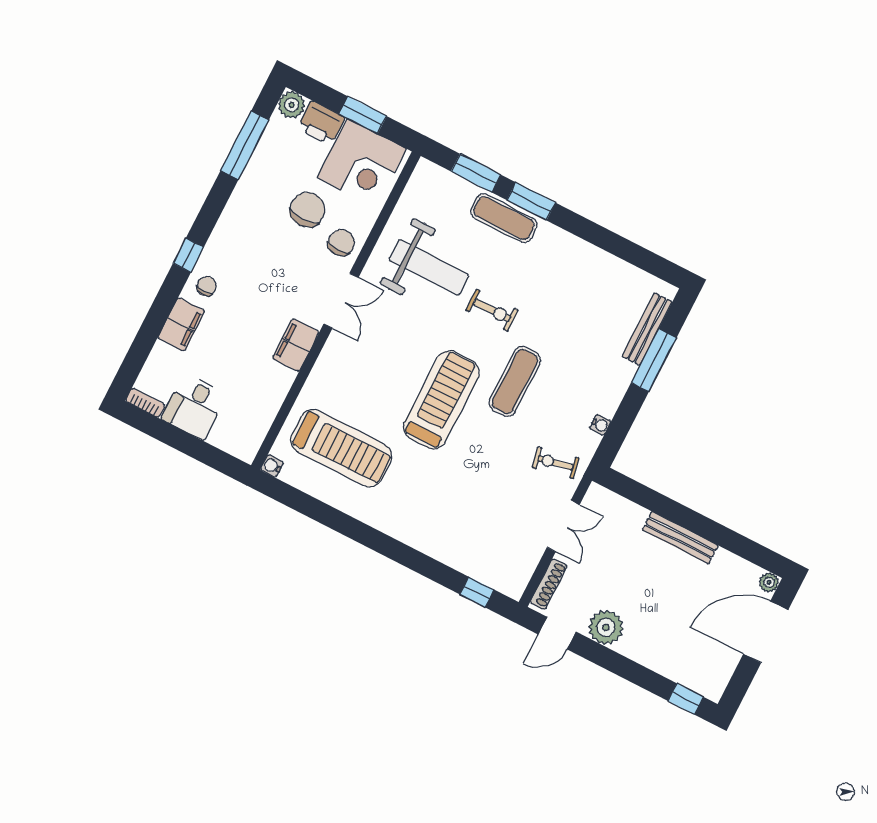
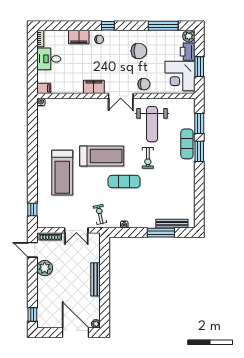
chair: (307, 210) -> (139, 51), moved
filing cabinet: (248, 446) -> (44, 88), added
treadmill: (341, 448) -> (62, 173), moved

